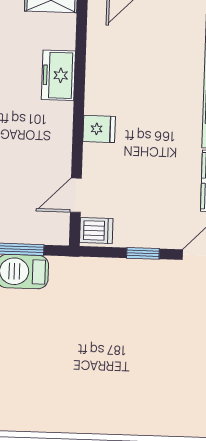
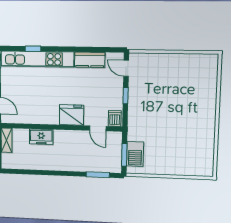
fridge: (99, 129) -> (71, 115), width x1.88, depth x1.34

